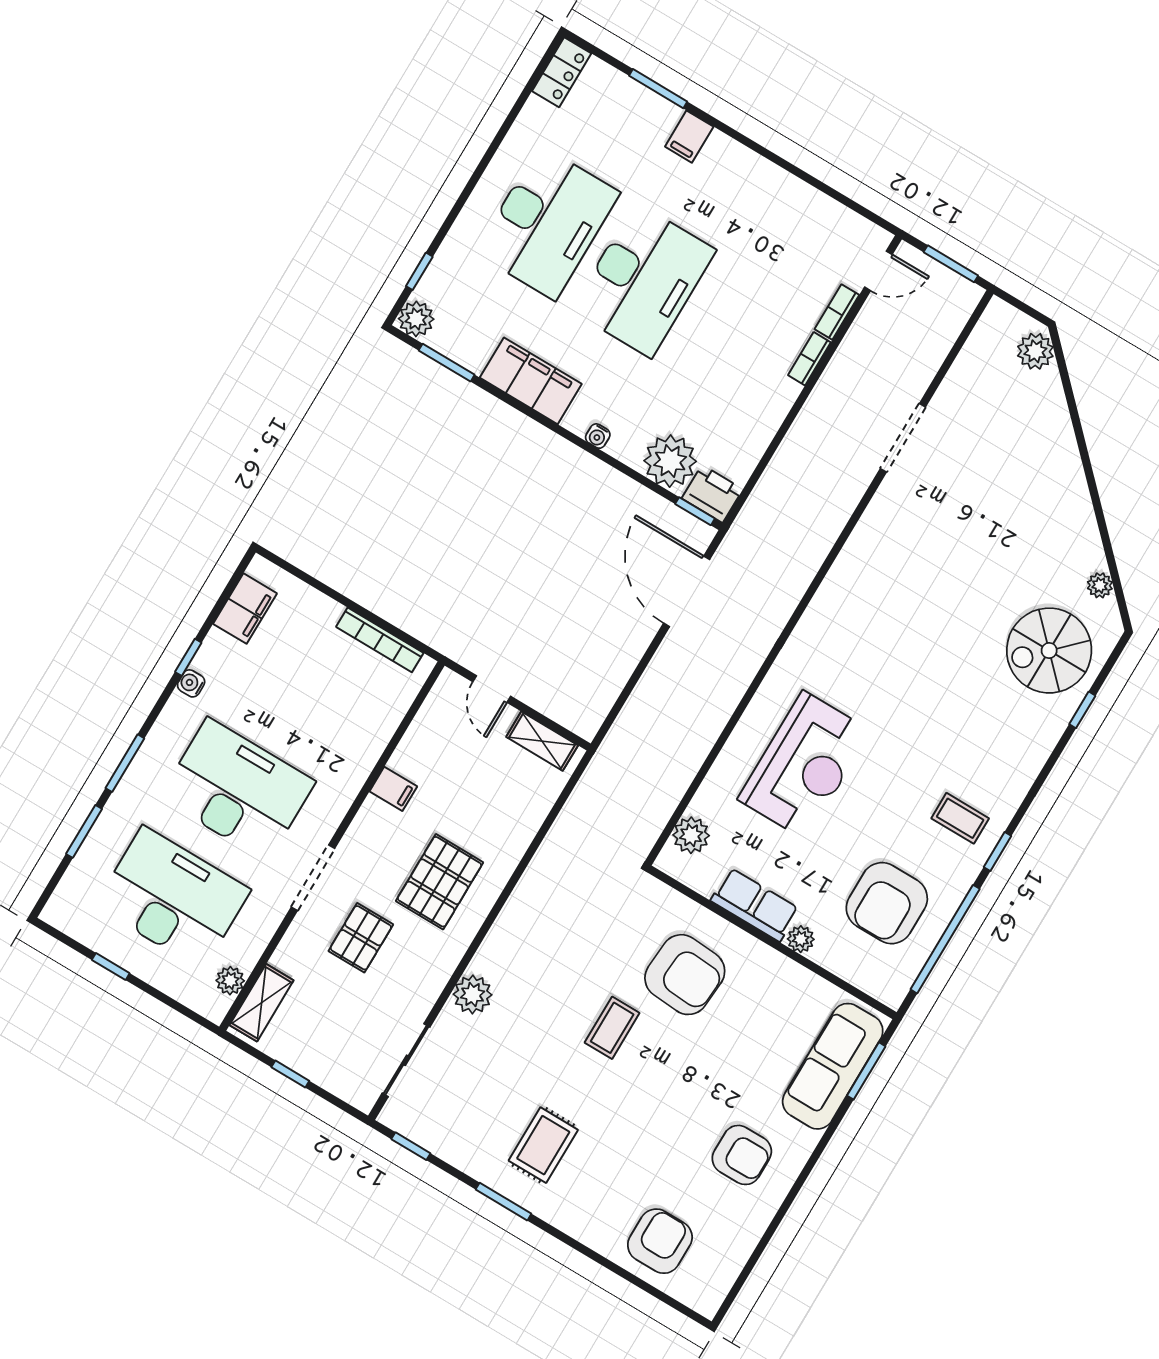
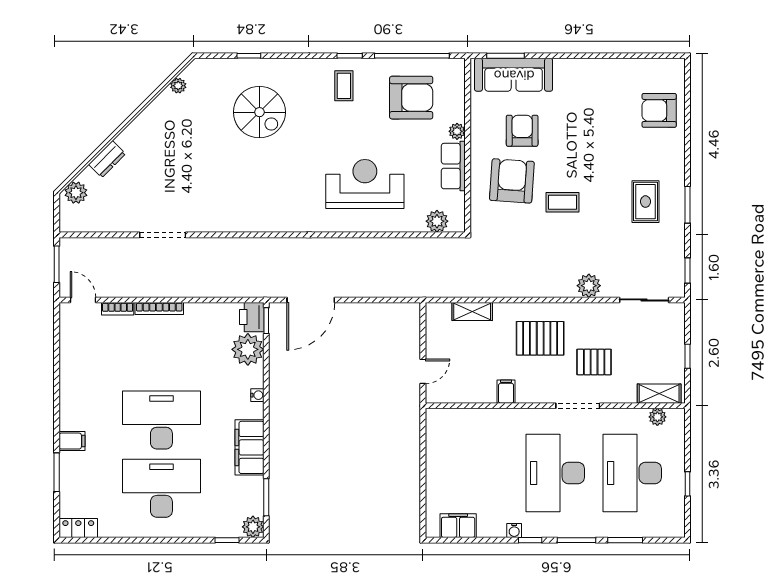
bookcase: (809, 359) -> (159, 309), width x1.56
dresser: (1056, 423) -> (107, 159), added
bookcase: (380, 640) -> (432, 445), removed
spiral stairs: (1049, 651) -> (259, 112), moved
window: (188, 657) -> (530, 540), moved
shelving: (542, 741) -> (472, 311), moved, turned 90
rug: (543, 1145) -> (645, 202), turned 90
armchair: (742, 1155) -> (522, 131), moved

